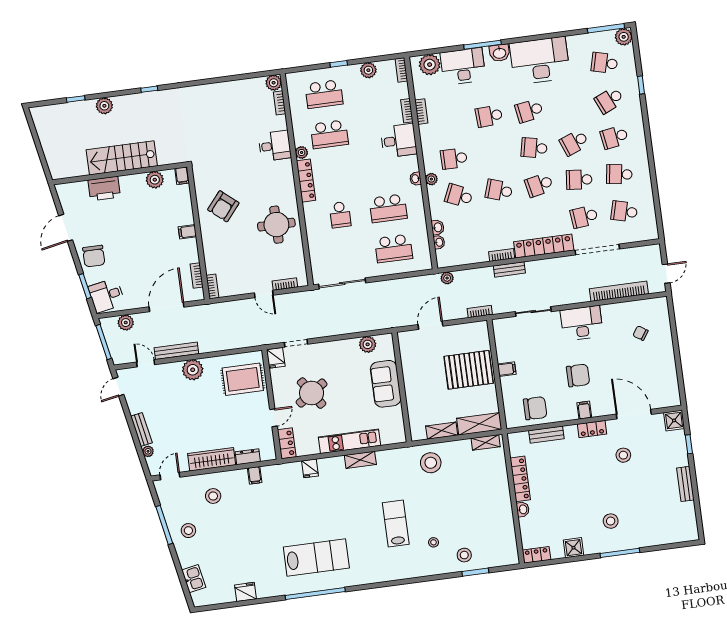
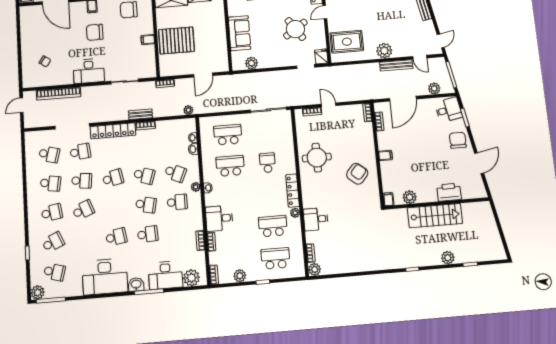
school desk: (534, 148) -> (146, 205), moved

